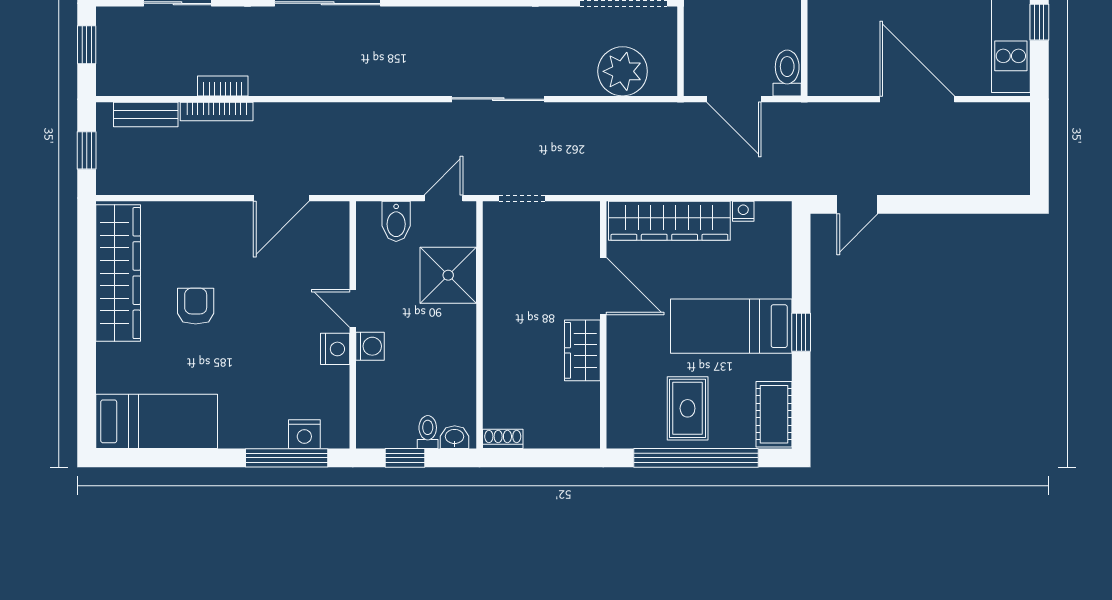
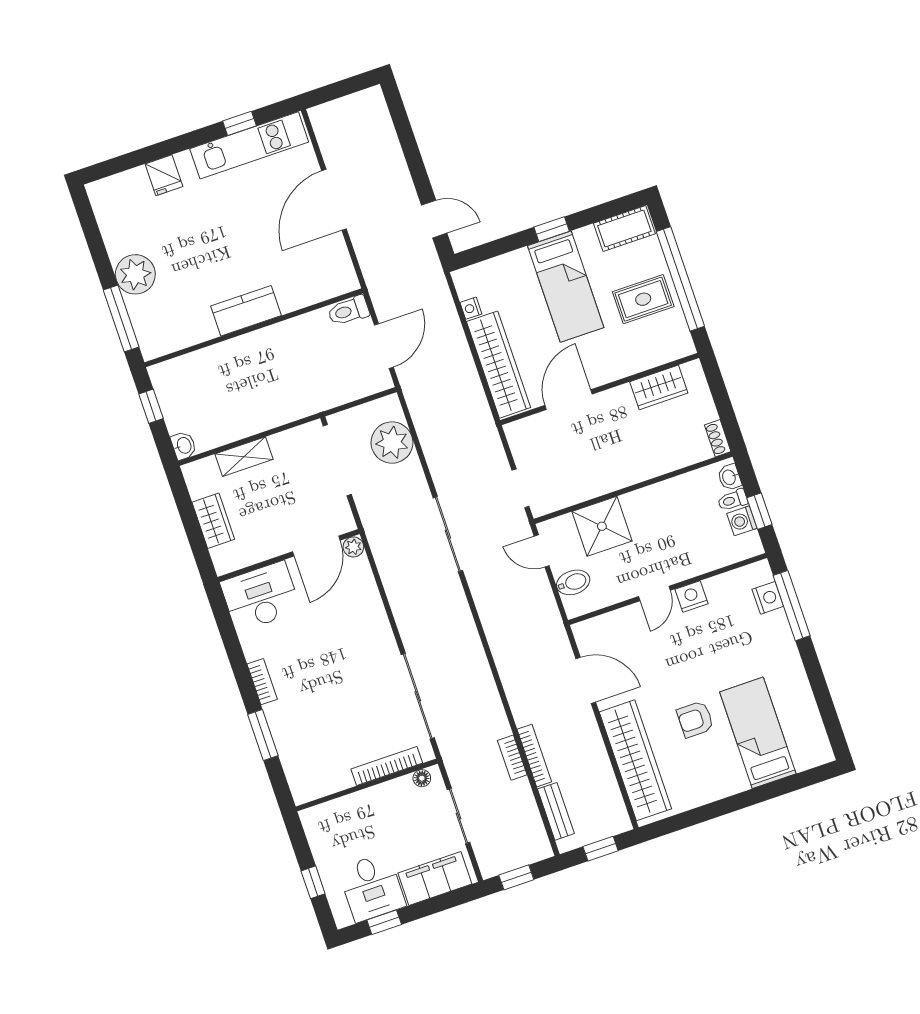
wardrobe: (118, 273) -> (635, 760), moved, turned 90
washing machine: (370, 346) -> (742, 521), moved, turned -90
wardrobe: (582, 350) -> (659, 387), moved
bed: (157, 421) -> (758, 733), moved

